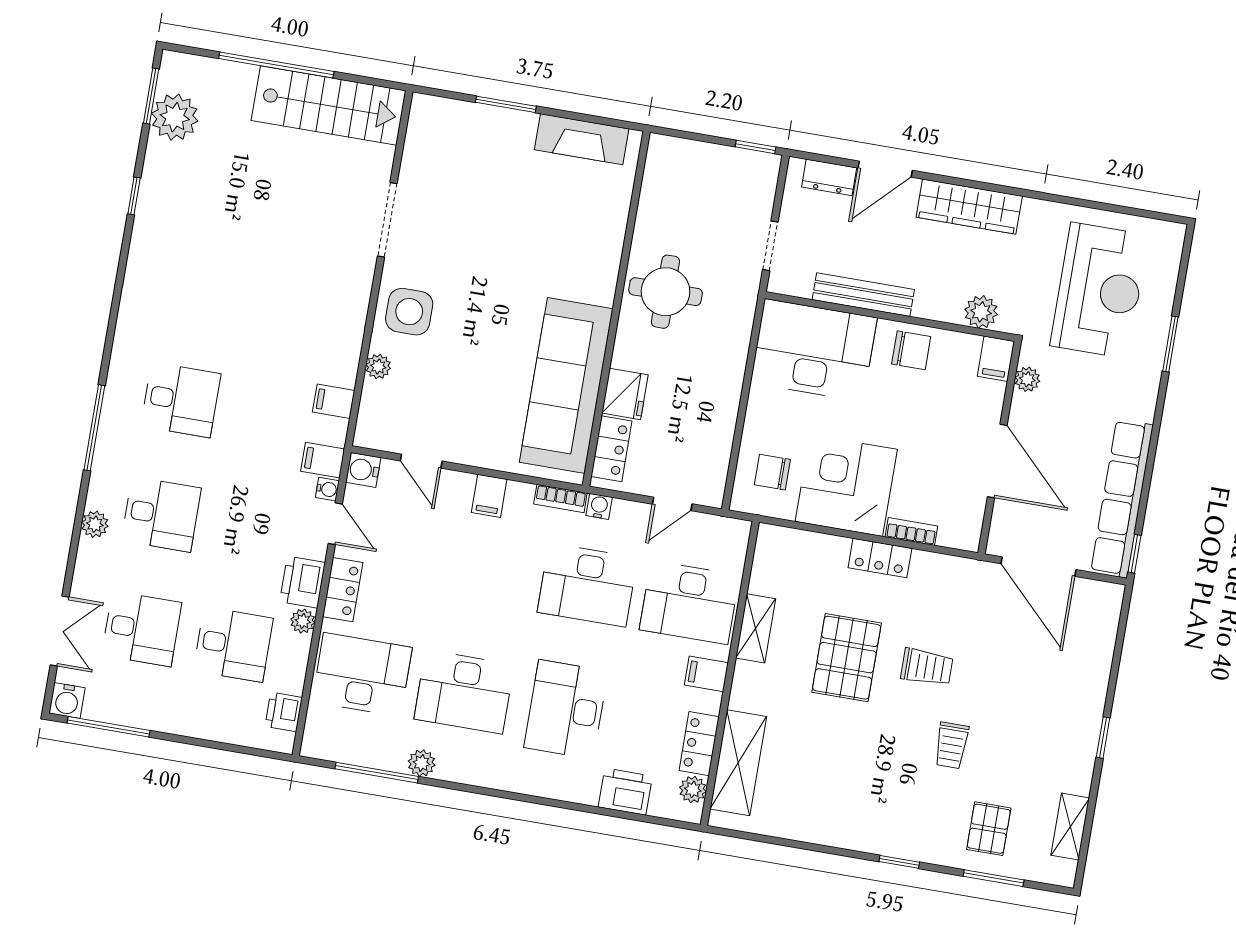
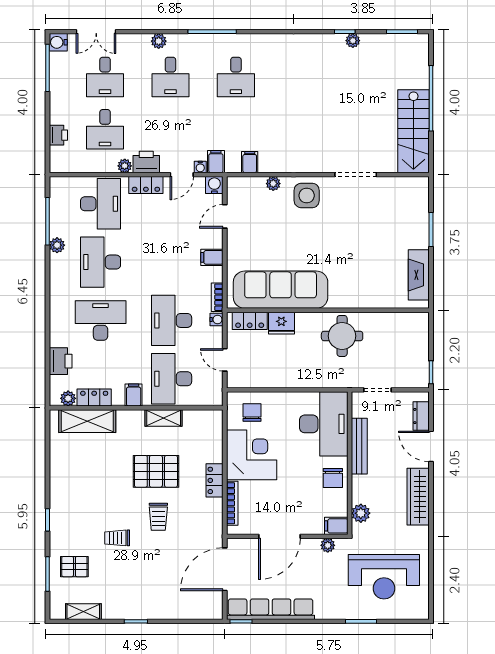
plant: (175, 117) -> (353, 41), moved, width x0.53, depth x0.53
bookcase: (911, 531) -> (232, 503), width x1.56
printer: (284, 712) -> (58, 135), moved, turned 90

